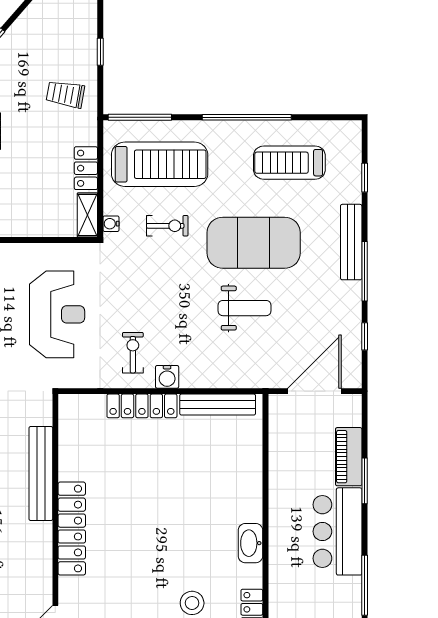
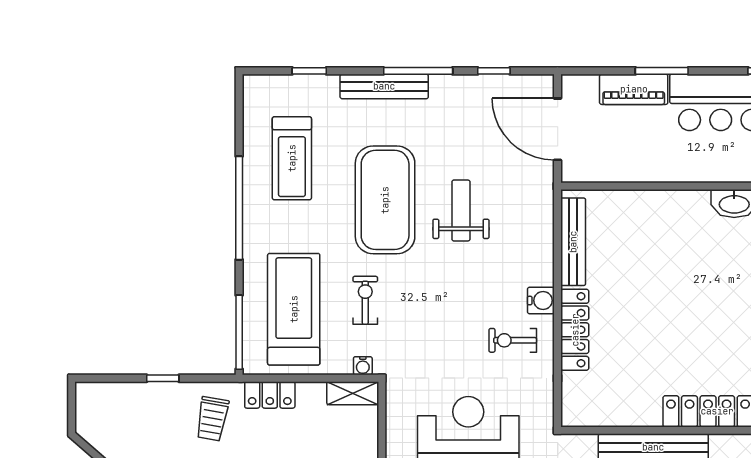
locker: (86, 168) -> (270, 395), moved

